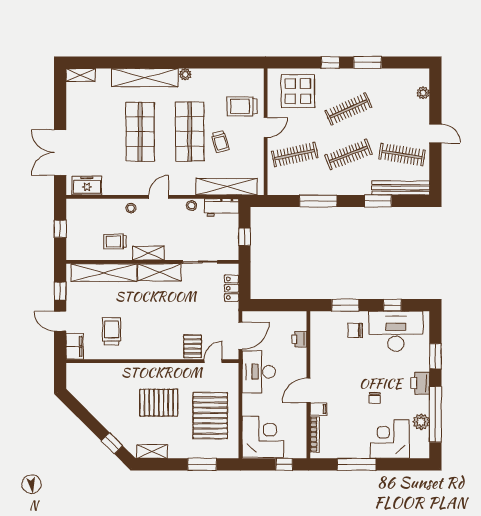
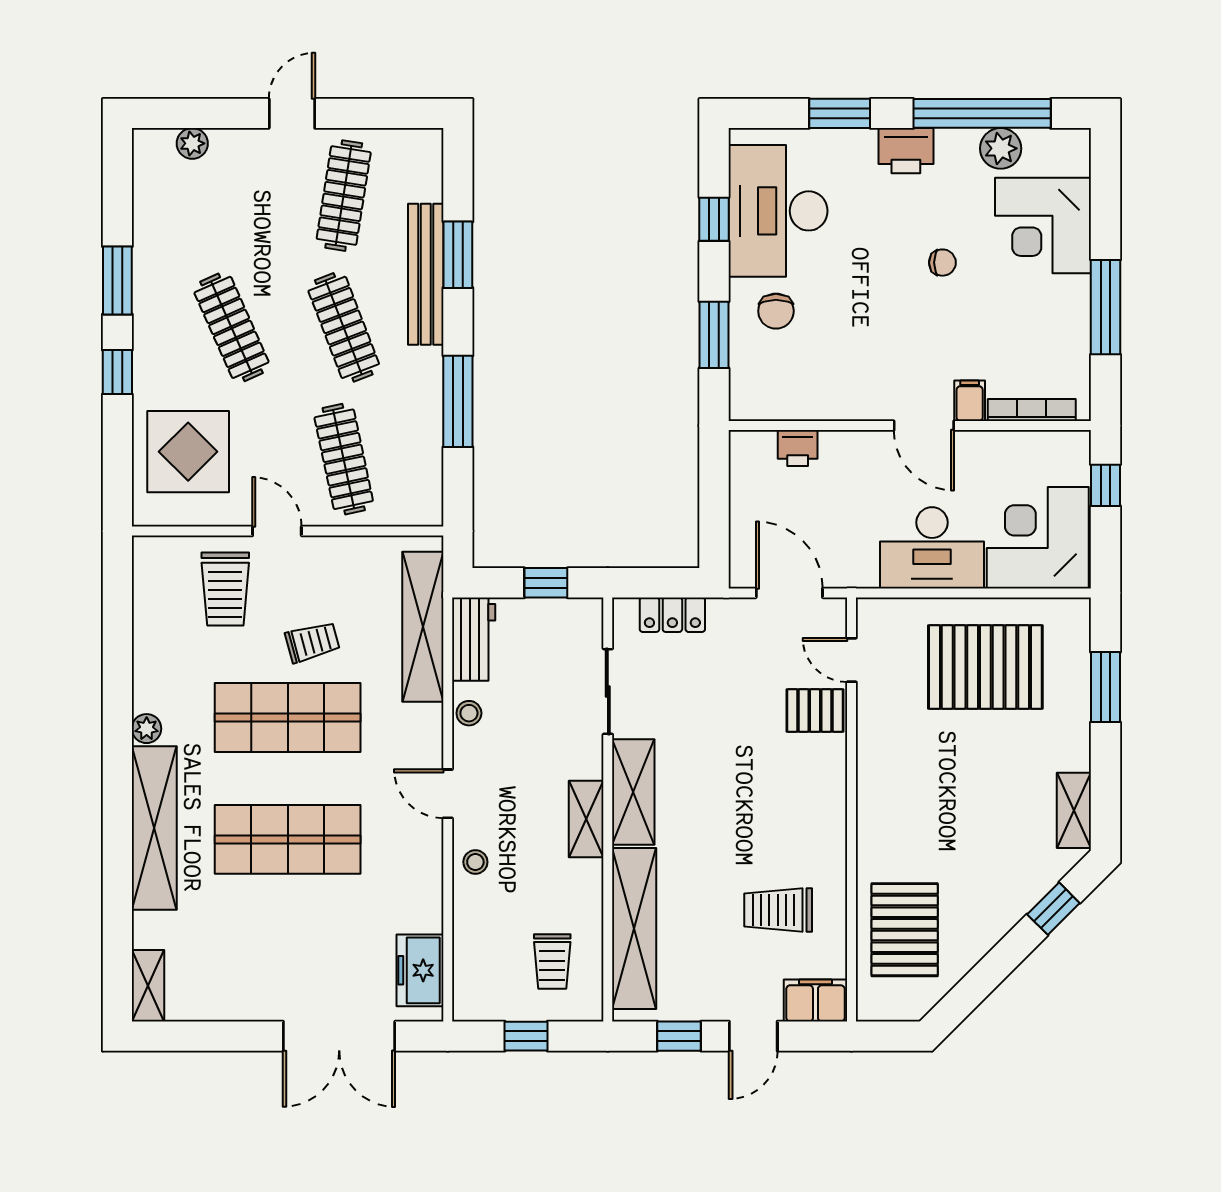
bench: (401, 188) -> (426, 274), moved
trolley: (115, 241) -> (552, 962), moved
desk: (259, 372) -> (932, 548), moved
pallet: (159, 403) -> (905, 930), moved

